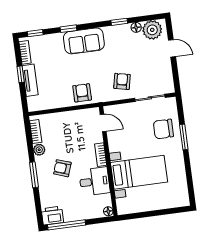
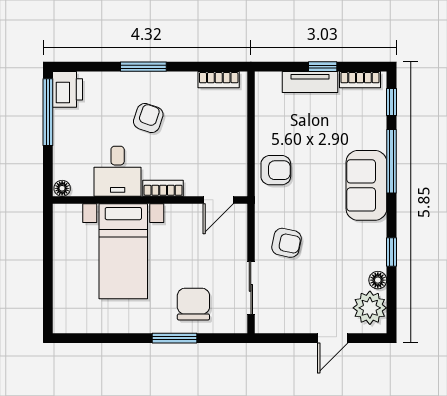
window: (68, 29) -> (391, 161), width x2.17
plant: (39, 150) -> (186, 82), removed

